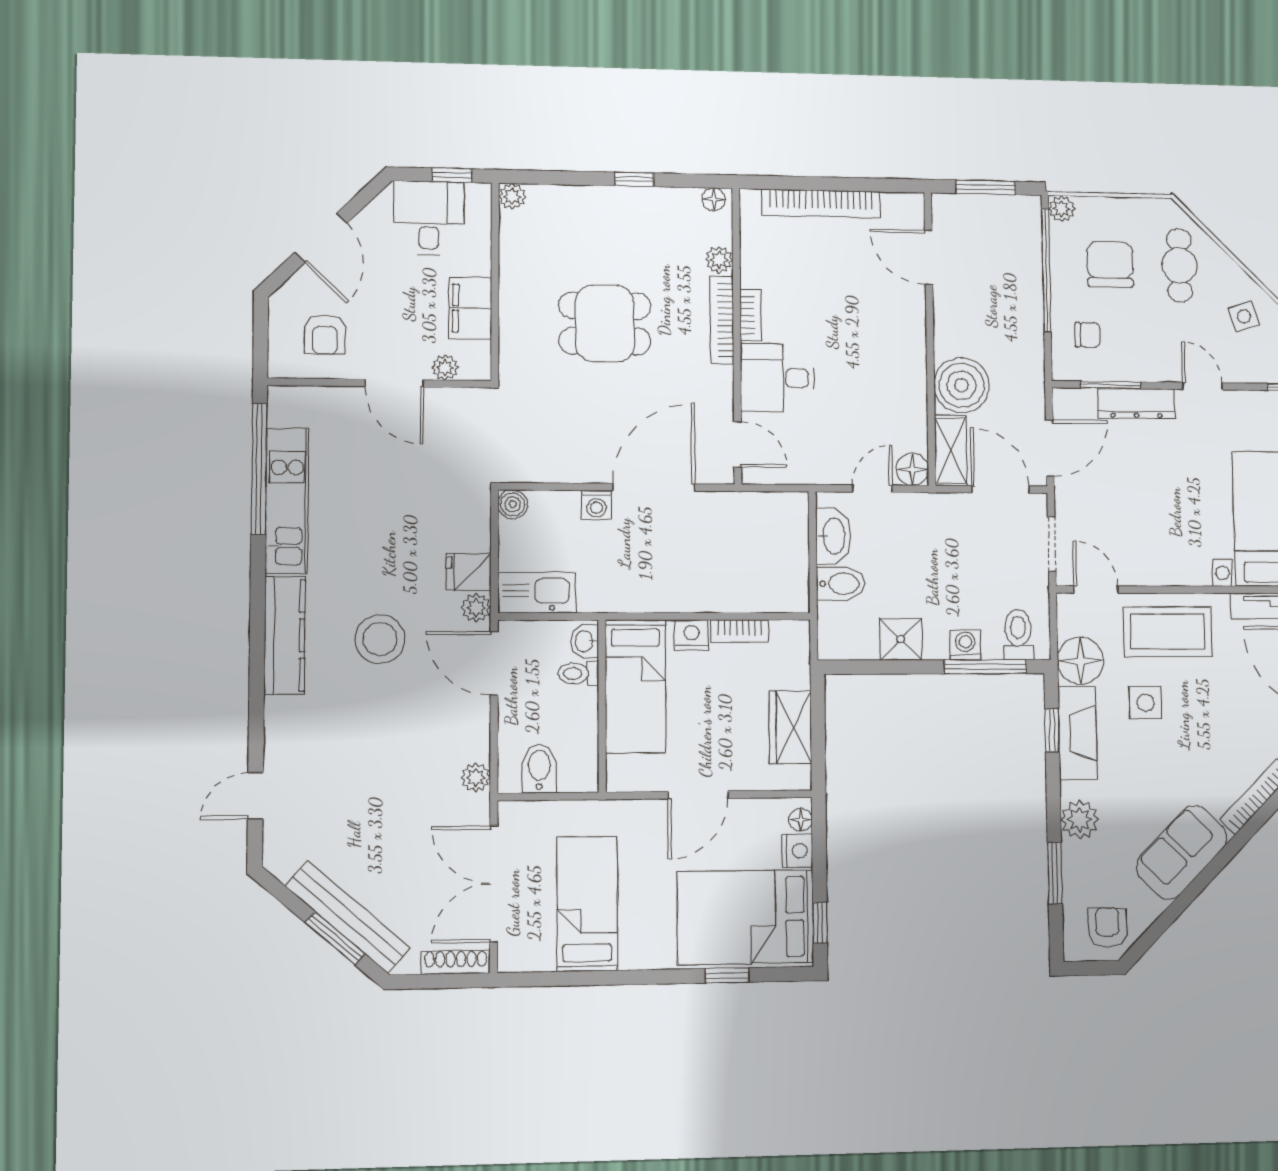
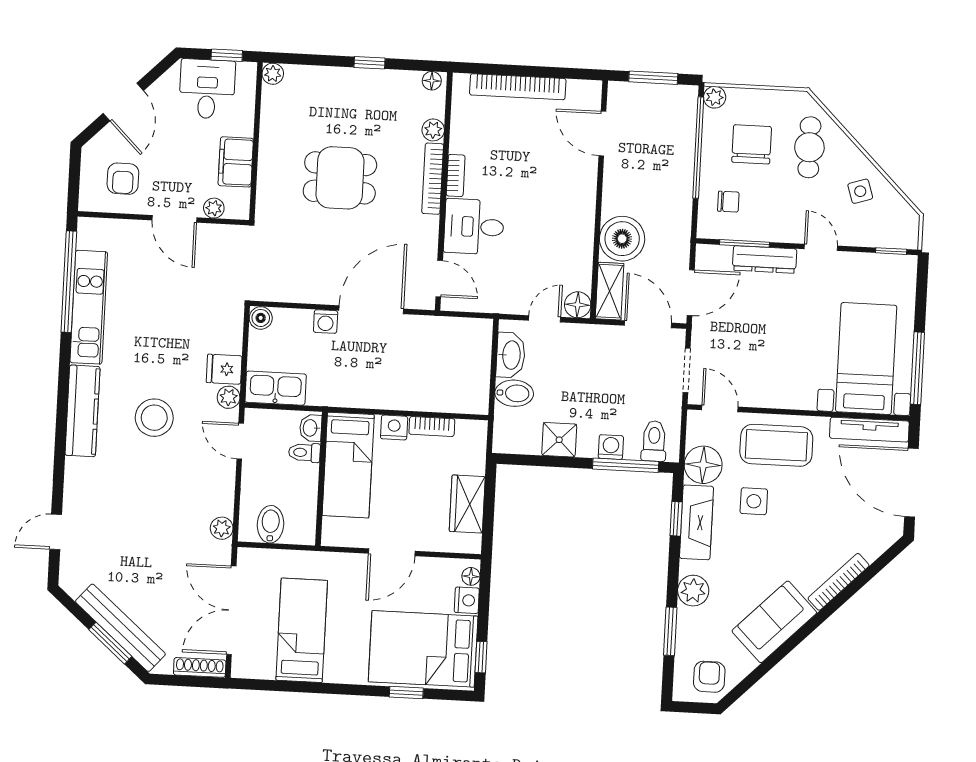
door: (494, 663) -> (240, 441), width x0.73

